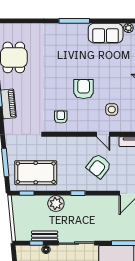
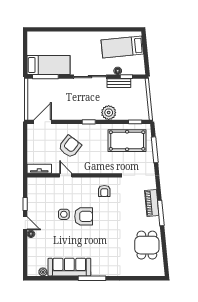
sofa: (106, 33) -> (69, 267), width x1.36
armchair: (84, 89) -> (84, 216), turned -90
side table: (112, 110) -> (64, 214), moved

